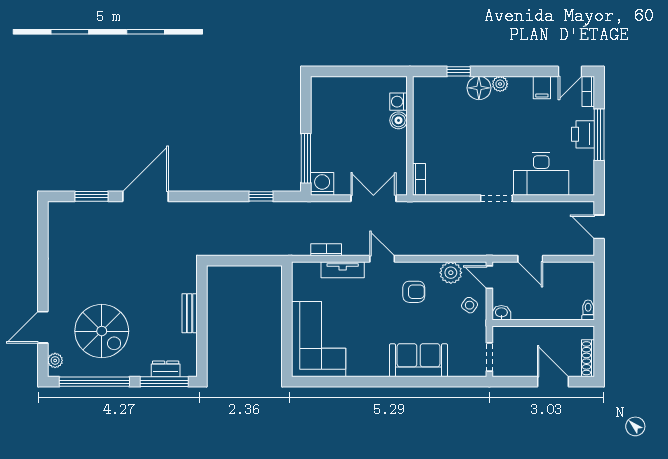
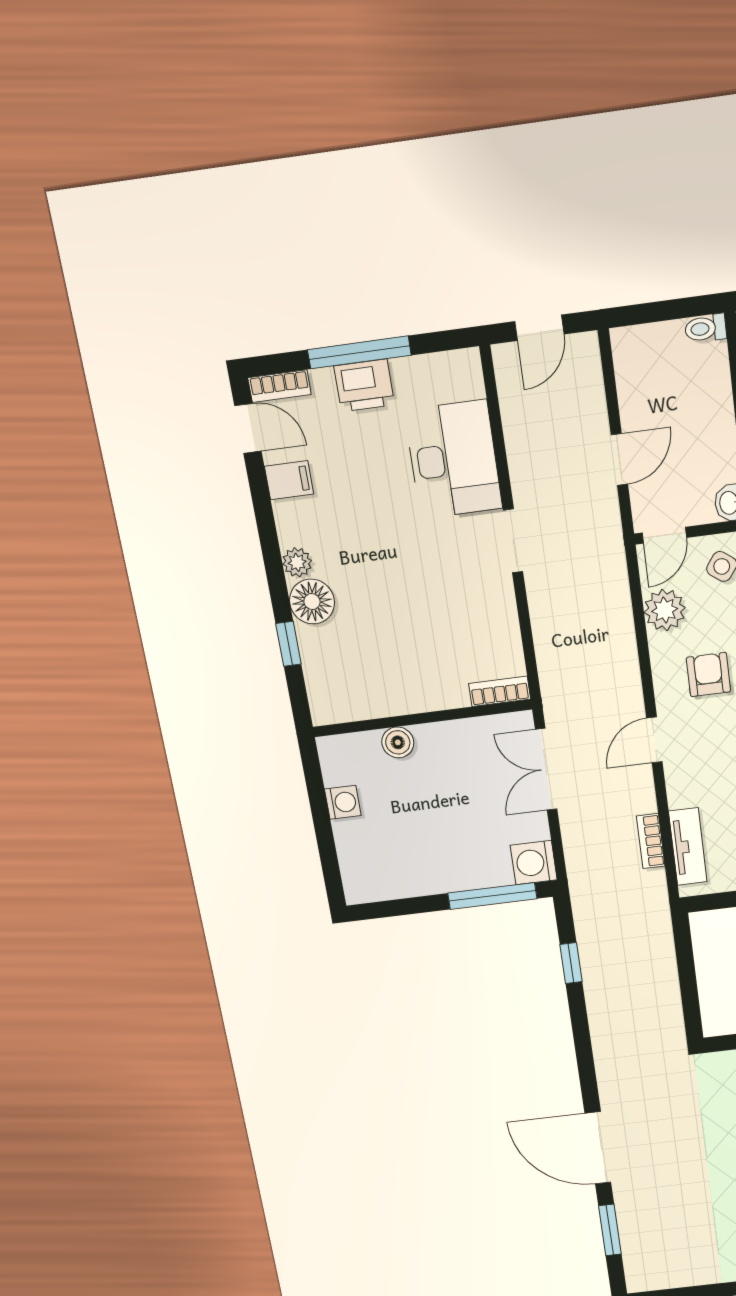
washing machine: (398, 102) -> (343, 802), moved, turned -90
tv unit: (343, 270) -> (688, 847), moved

